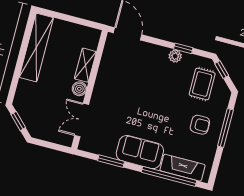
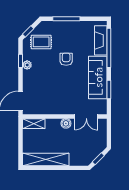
shelving: (85, 65) -> (34, 124), moved
armchair: (200, 125) -> (66, 59), moved
sofa: (140, 152) -> (98, 77), width x1.36

